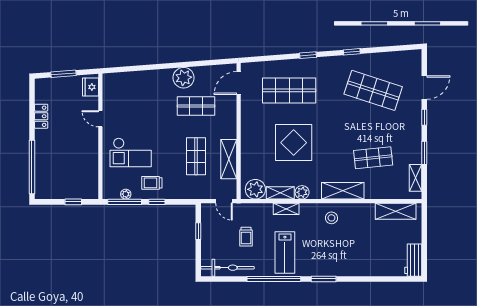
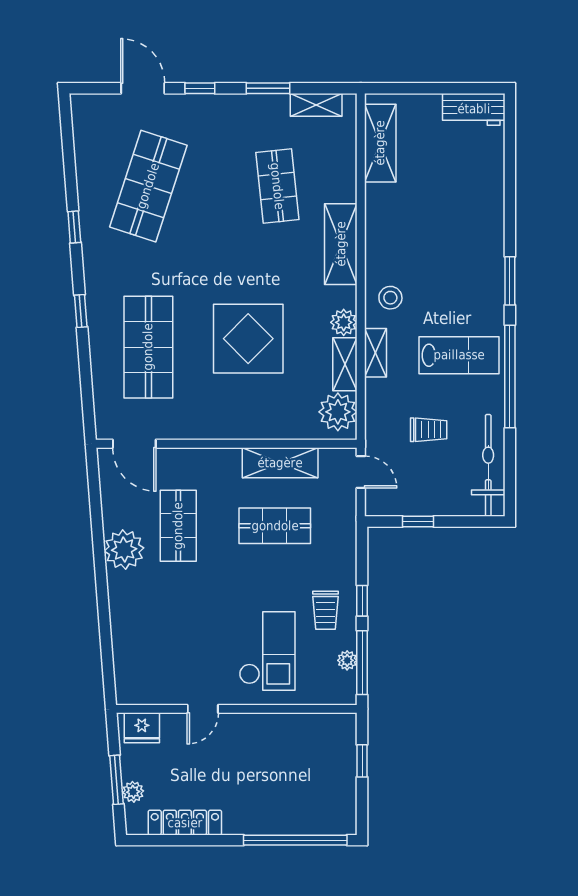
plant: (57, 82) -> (133, 792), added
locker: (41, 116) -> (185, 823), width x1.53
door: (224, 201) -> (361, 472), hinge flipped
stool: (331, 218) -> (390, 298), moved

